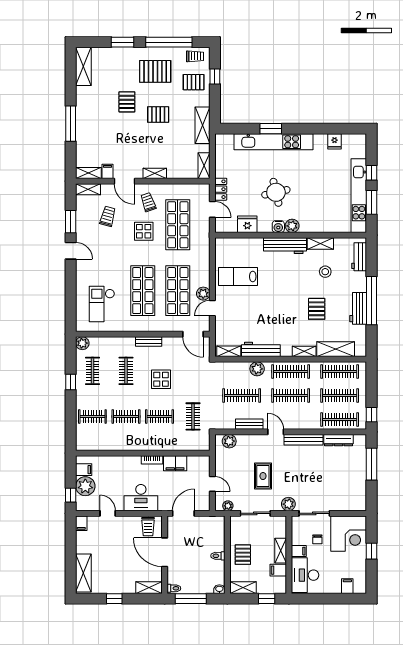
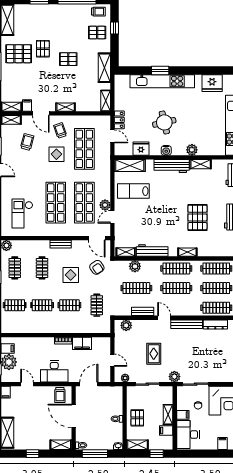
pallet: (155, 71) -> (19, 54), moved
fridge: (335, 141) -> (212, 83), width x1.88, depth x1.34
plant: (292, 226) -> (192, 150), moved
stool: (325, 272) -> (204, 187), removed
pallet: (317, 309) -> (197, 217), width x1.50, depth x1.42
shelving: (336, 349) -> (130, 166), moved
plant: (257, 369) -> (135, 266), moved
armchair: (193, 370) -> (97, 267), added

